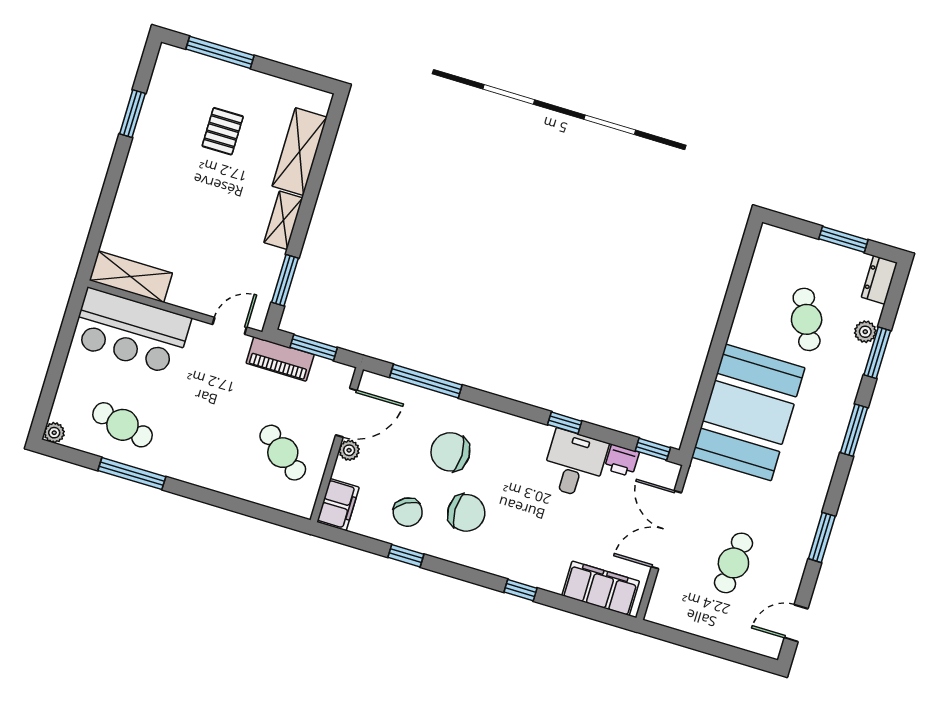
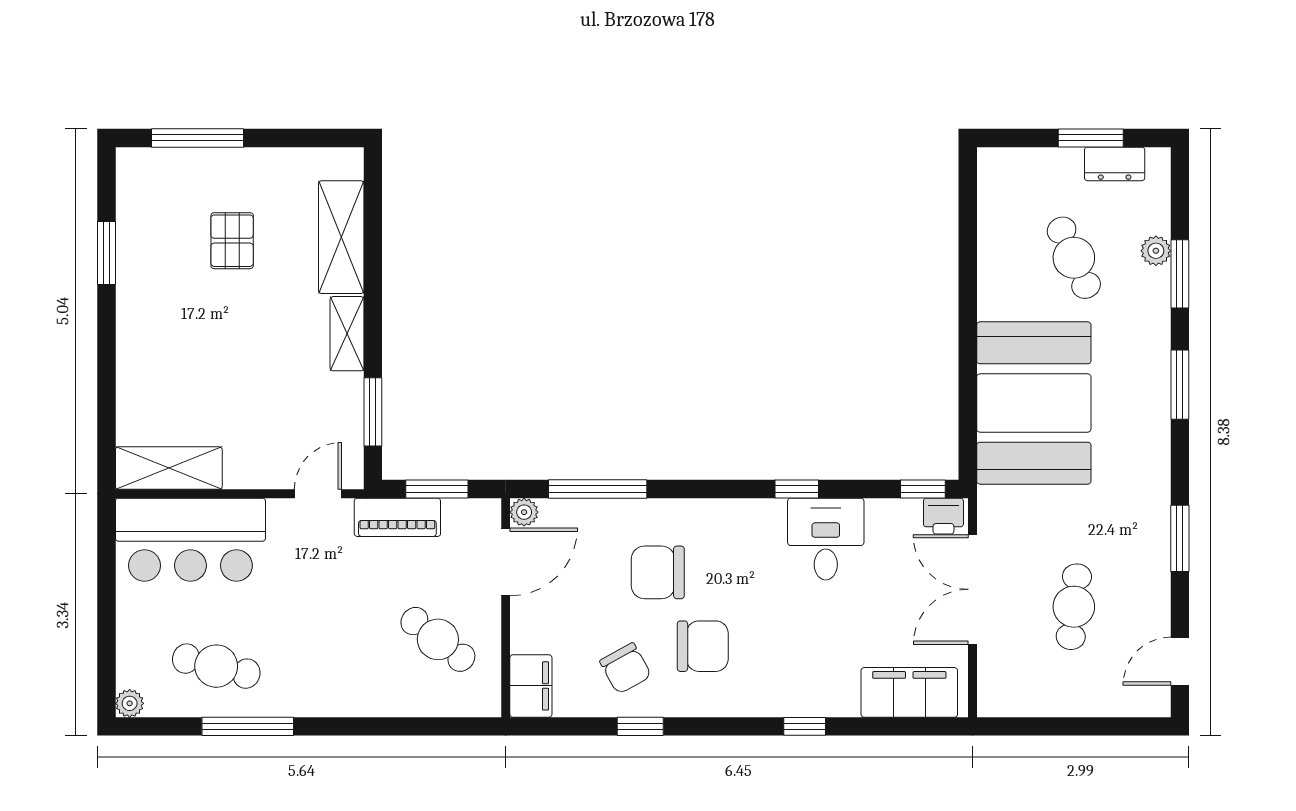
dresser: (879, 280) -> (1115, 164), moved, turned -90
plant: (349, 450) -> (524, 512), moved
printer: (622, 461) -> (943, 516), moved

